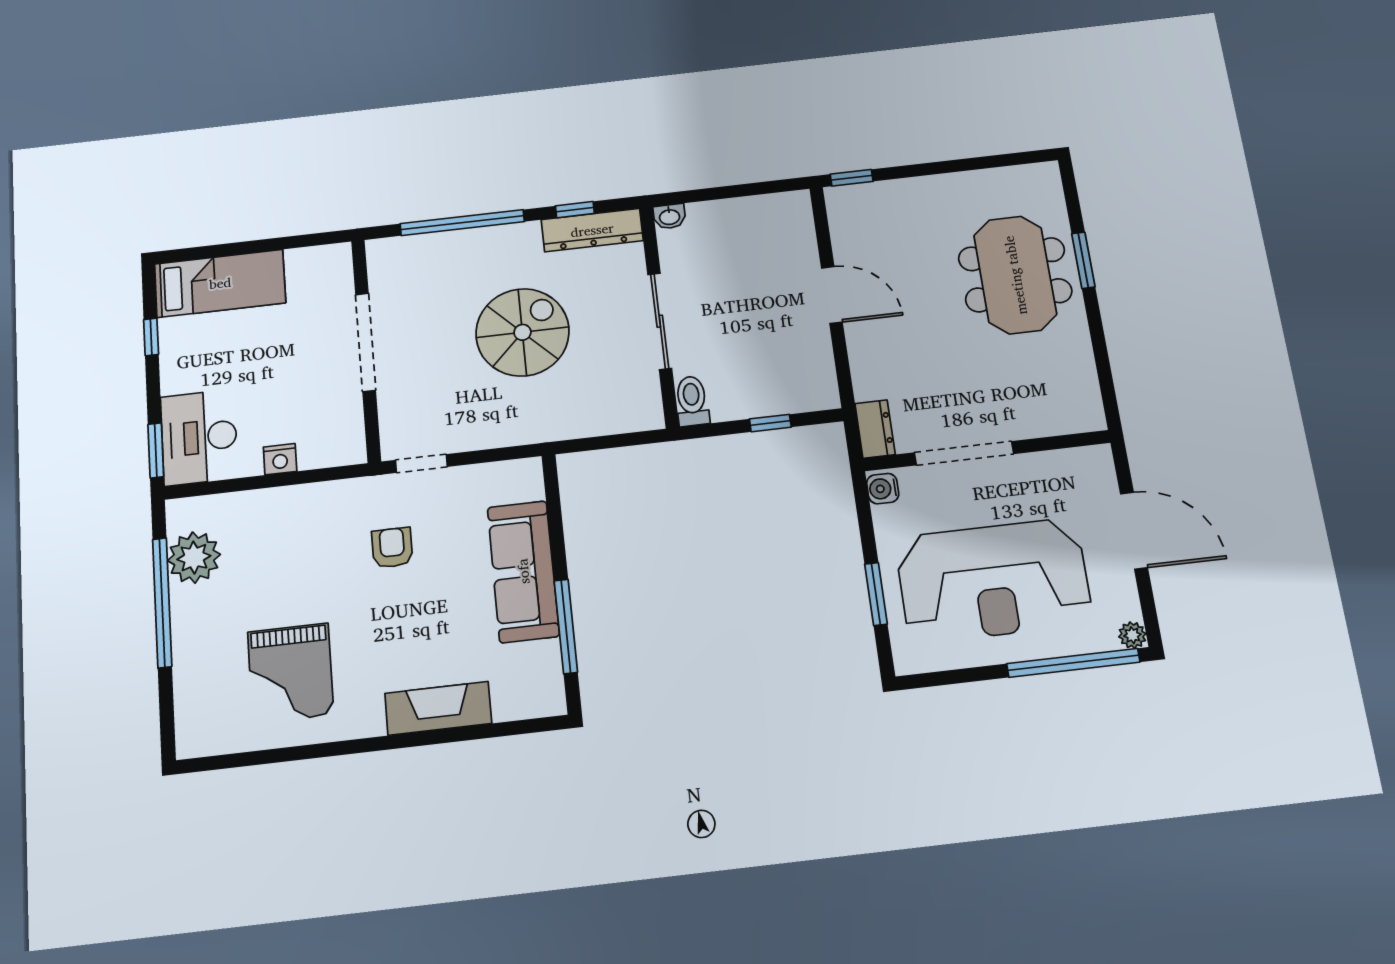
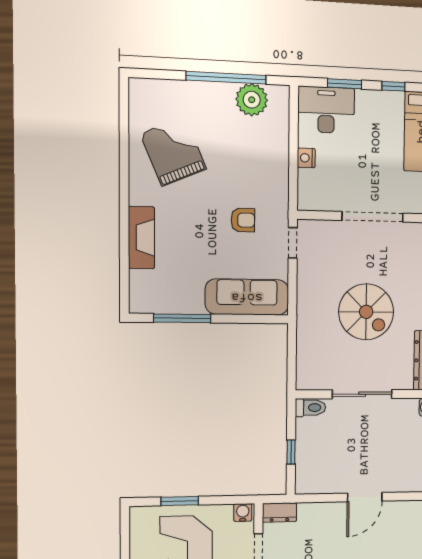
window: (156, 450) -> (345, 84), moved
sofa: (523, 571) -> (247, 297), moved
grand piano: (291, 673) -> (173, 151), turned 67

